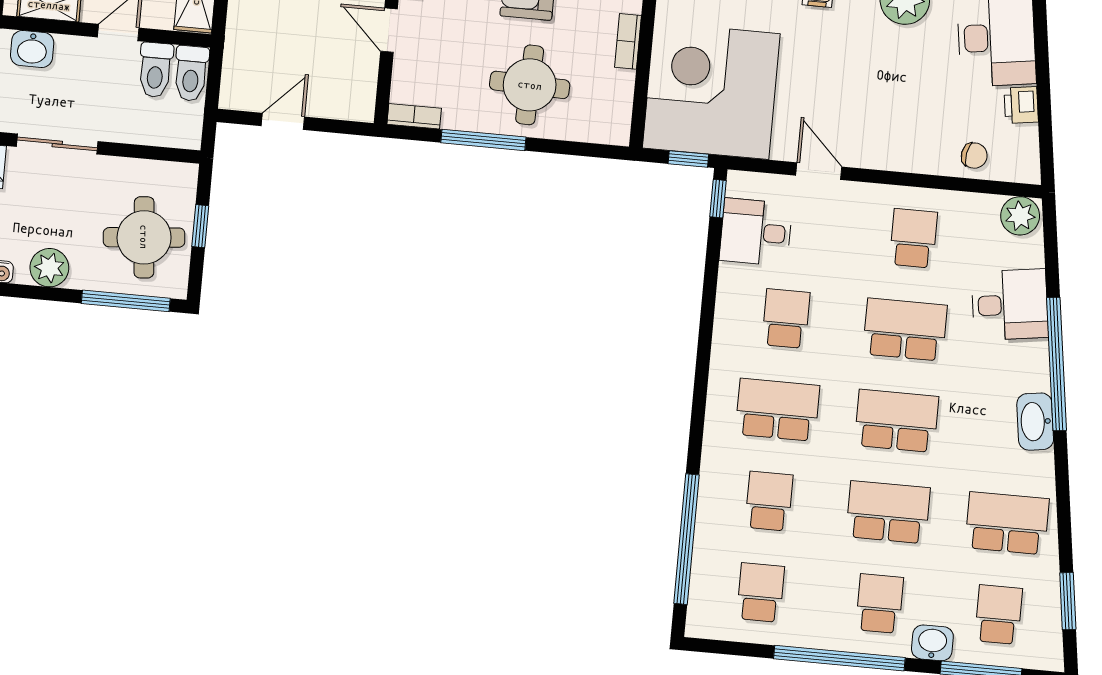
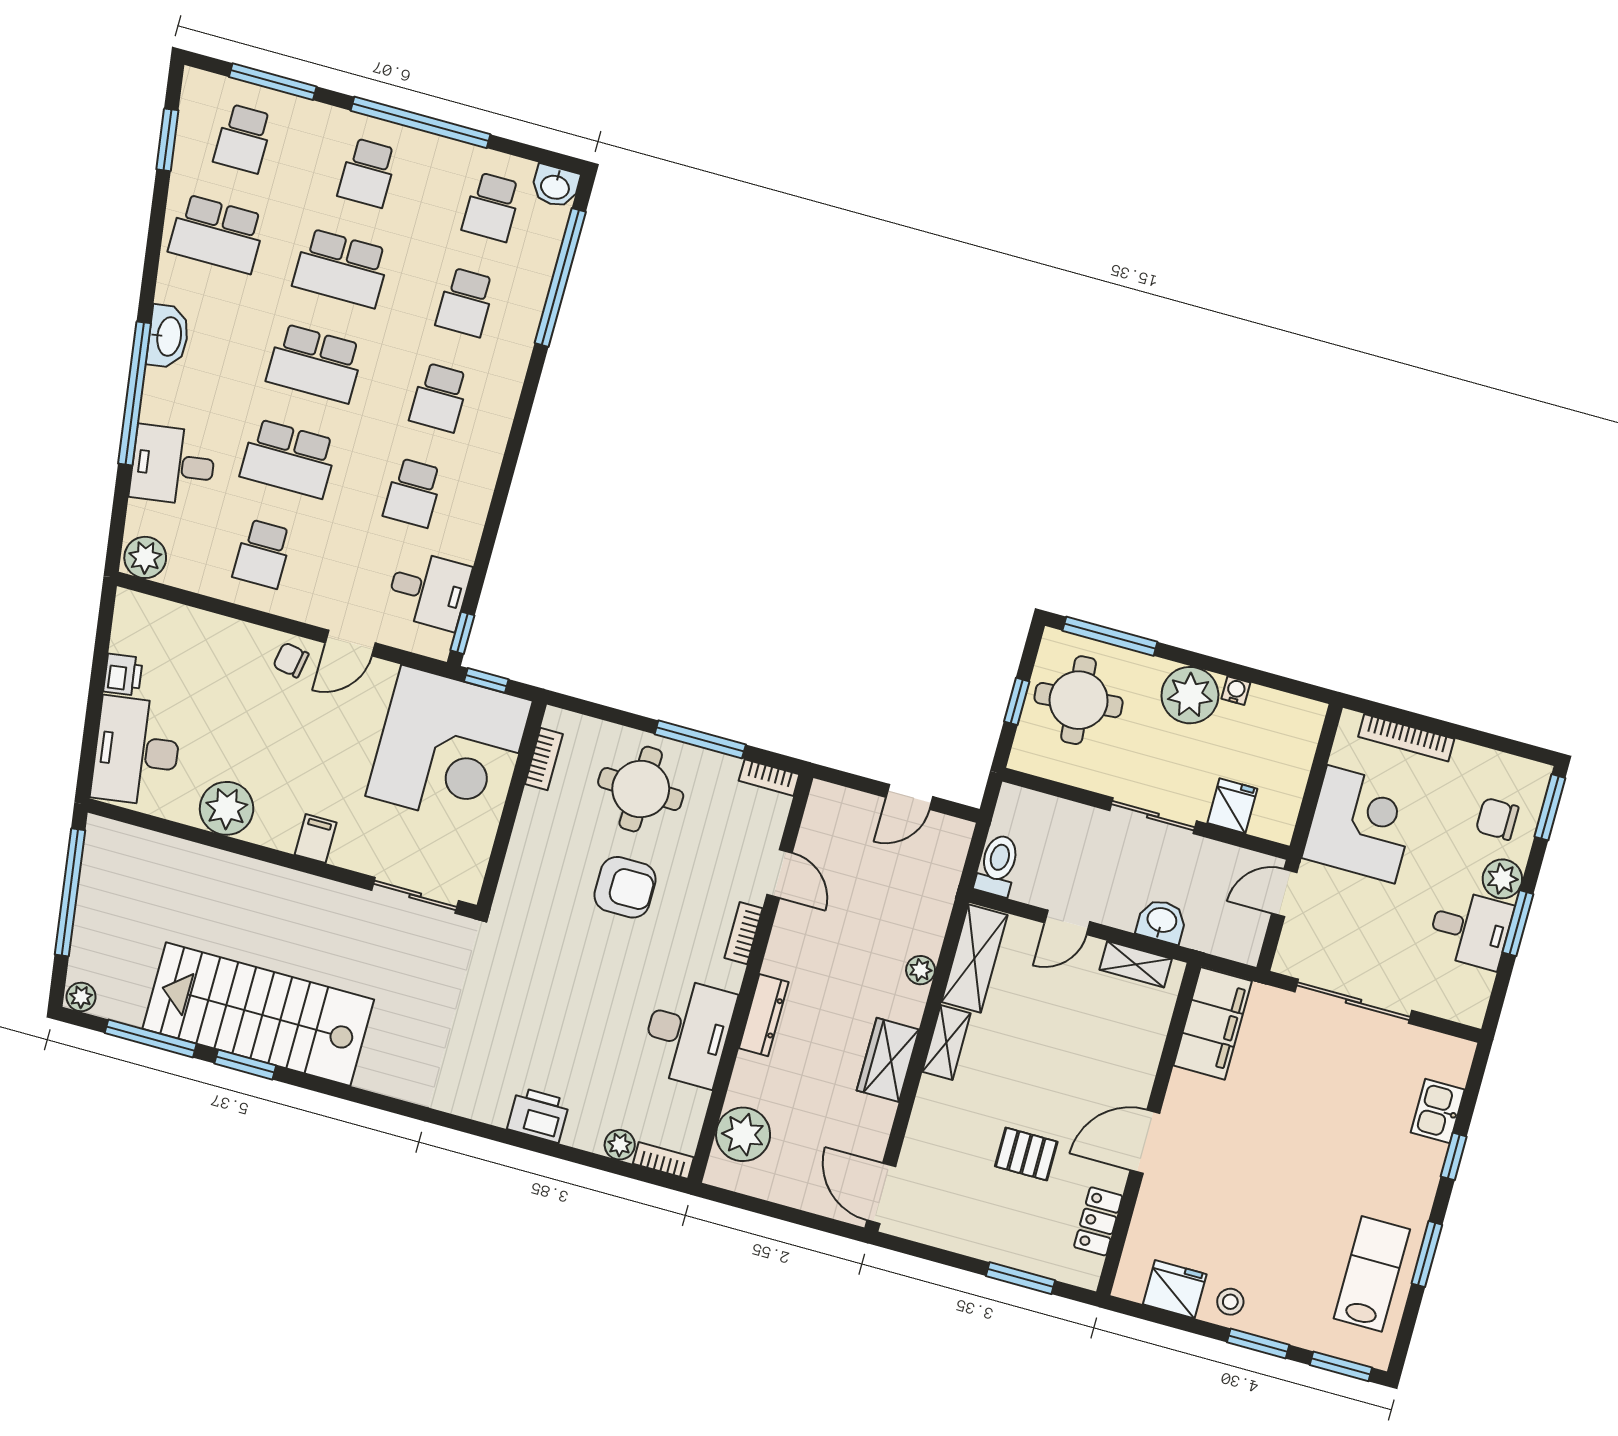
bookcase: (628, 41) -> (544, 759), moved
toilet: (155, 70) -> (1035, 876), removed
chair: (974, 156) -> (291, 660), moved
door: (819, 171) -> (350, 643), hinge flipped
plant: (49, 268) -> (1190, 695), width x1.36, depth x1.36
school desk: (777, 410) -> (439, 398), width x0.54
washbasin: (932, 643) -> (555, 186), moved

